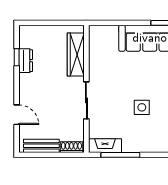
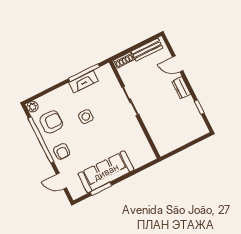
wardrobe: (76, 54) -> (156, 132), removed
dresser: (26, 61) -> (181, 88), moved
fireplace: (105, 146) -> (83, 82), moved

